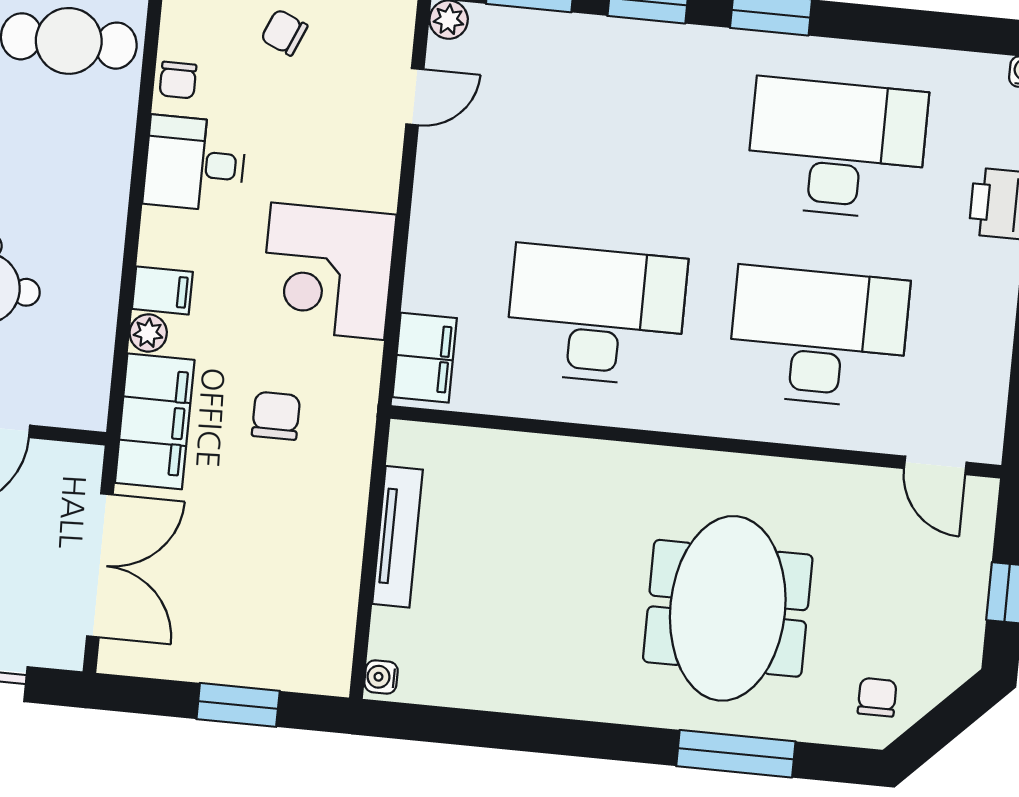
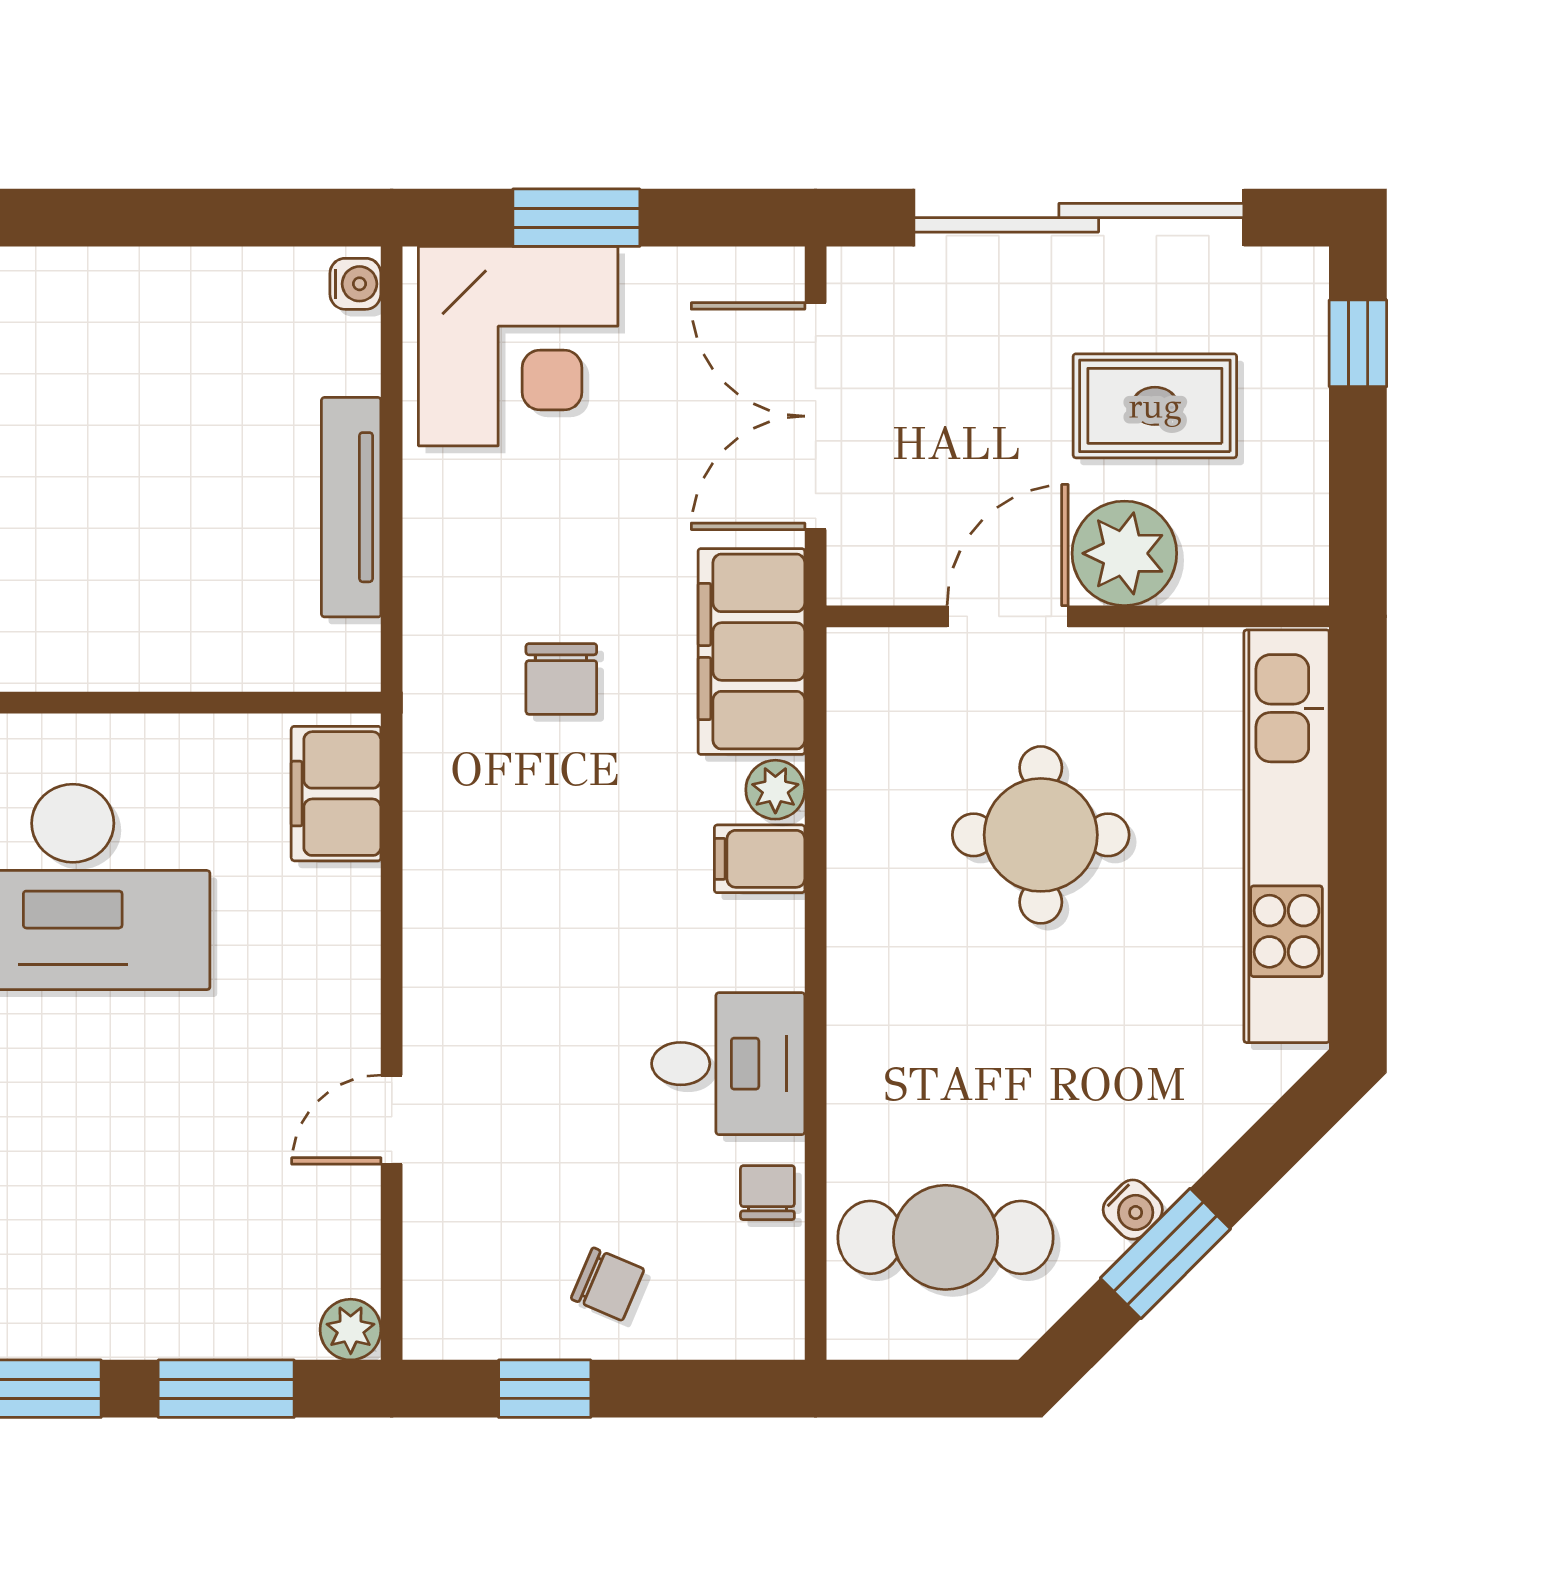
door: (415, 97) -> (392, 1120), moved
corner desk: (328, 271) -> (518, 346), moved, turned 90

